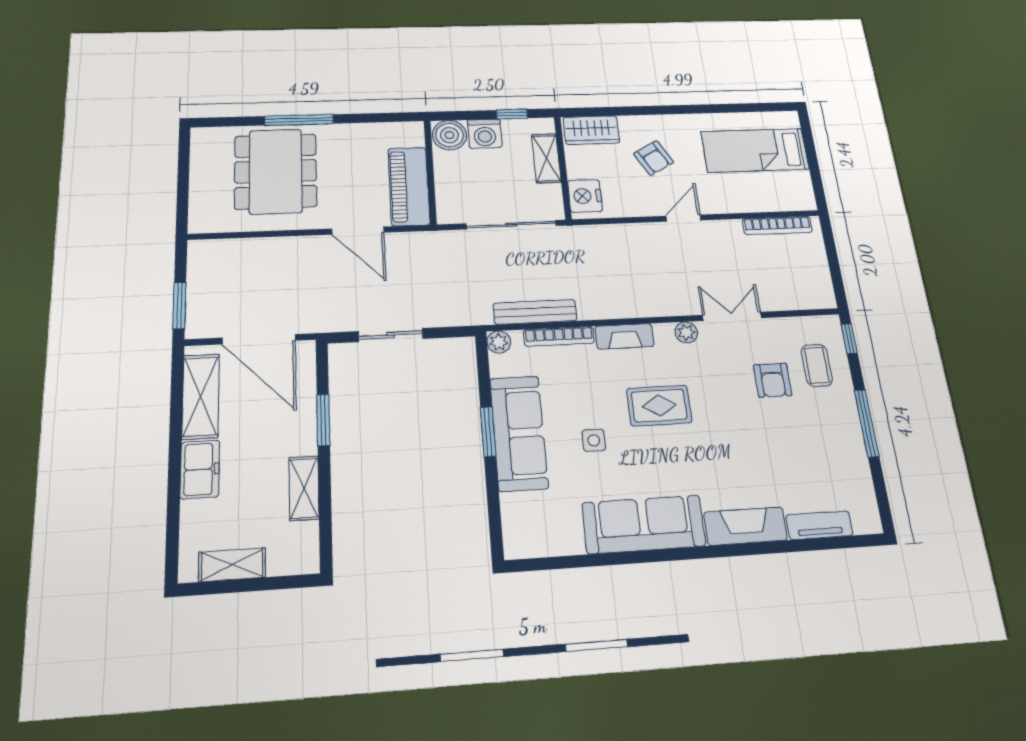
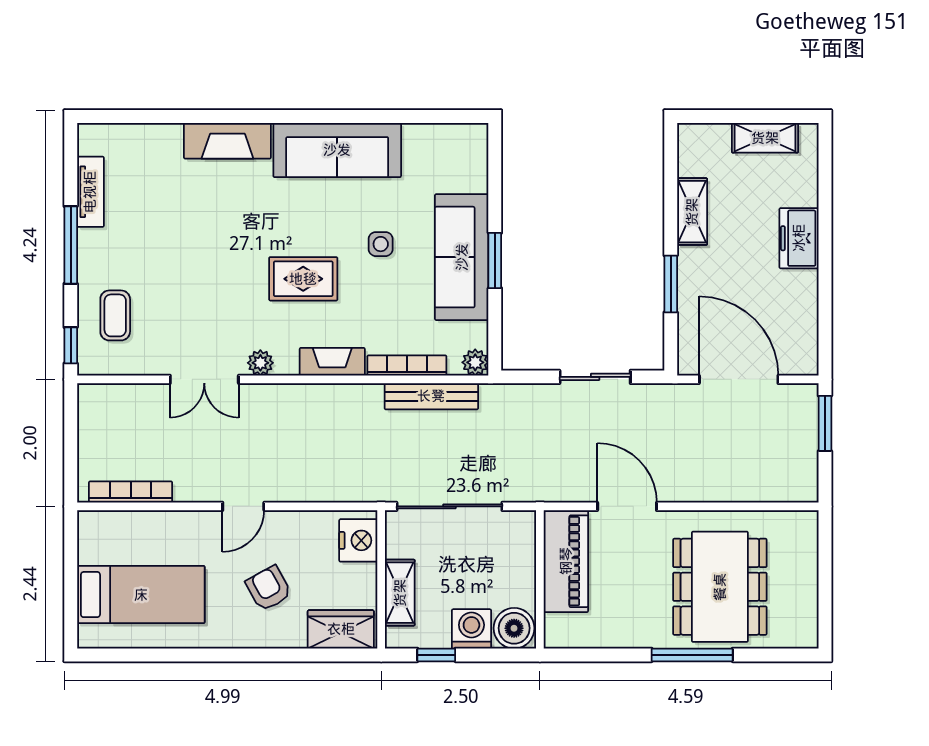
armchair: (773, 380) -> (170, 301), removed
shelving: (201, 396) -> (800, 318), removed
tv unit: (819, 525) -> (90, 192), moved, turned -90

